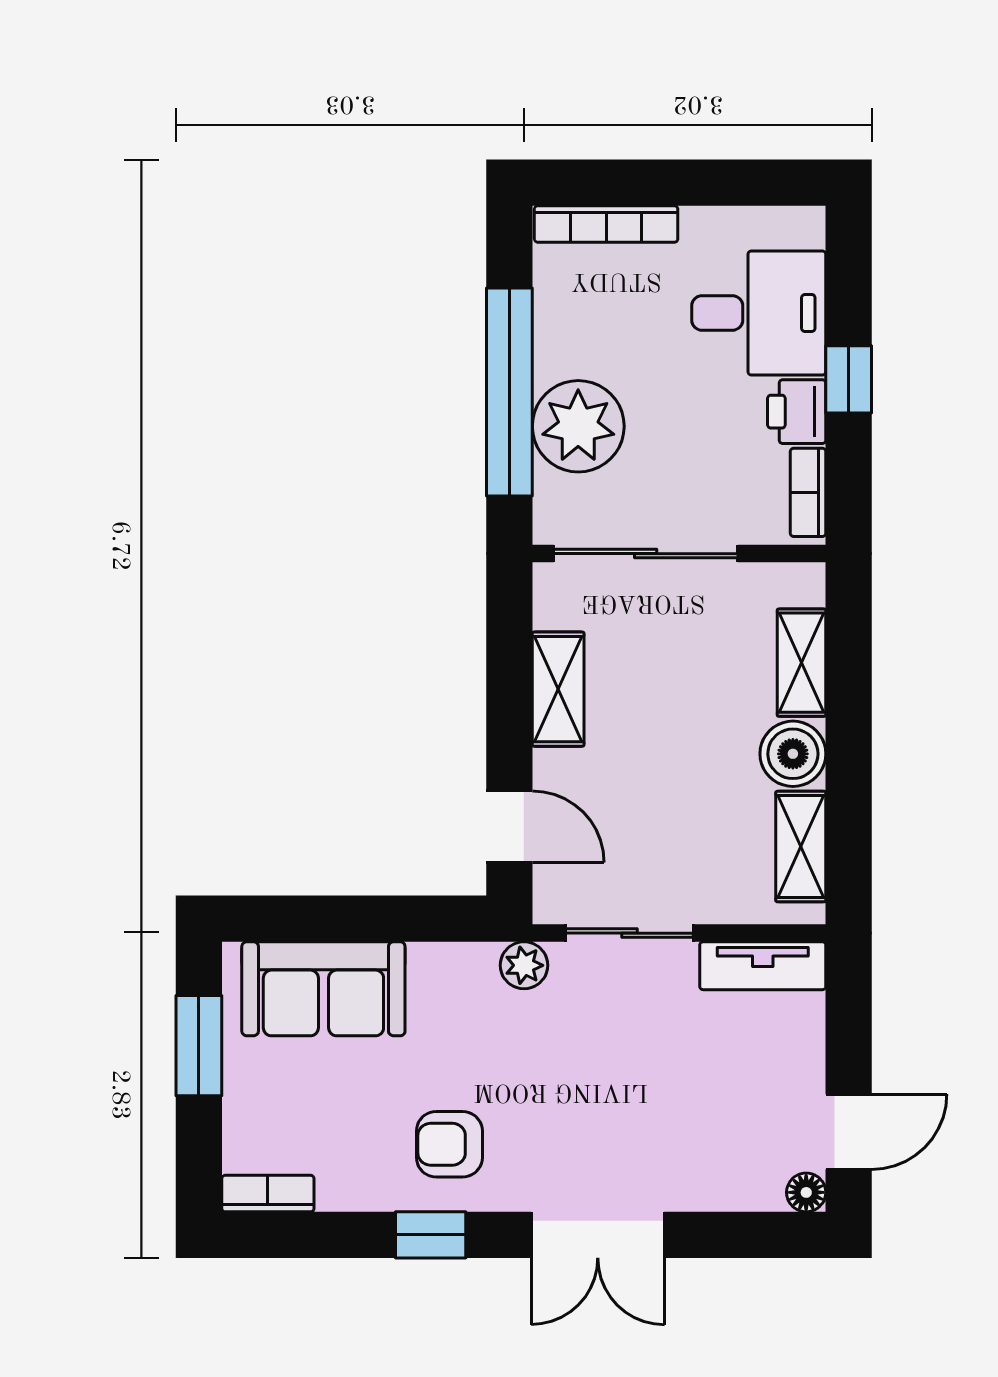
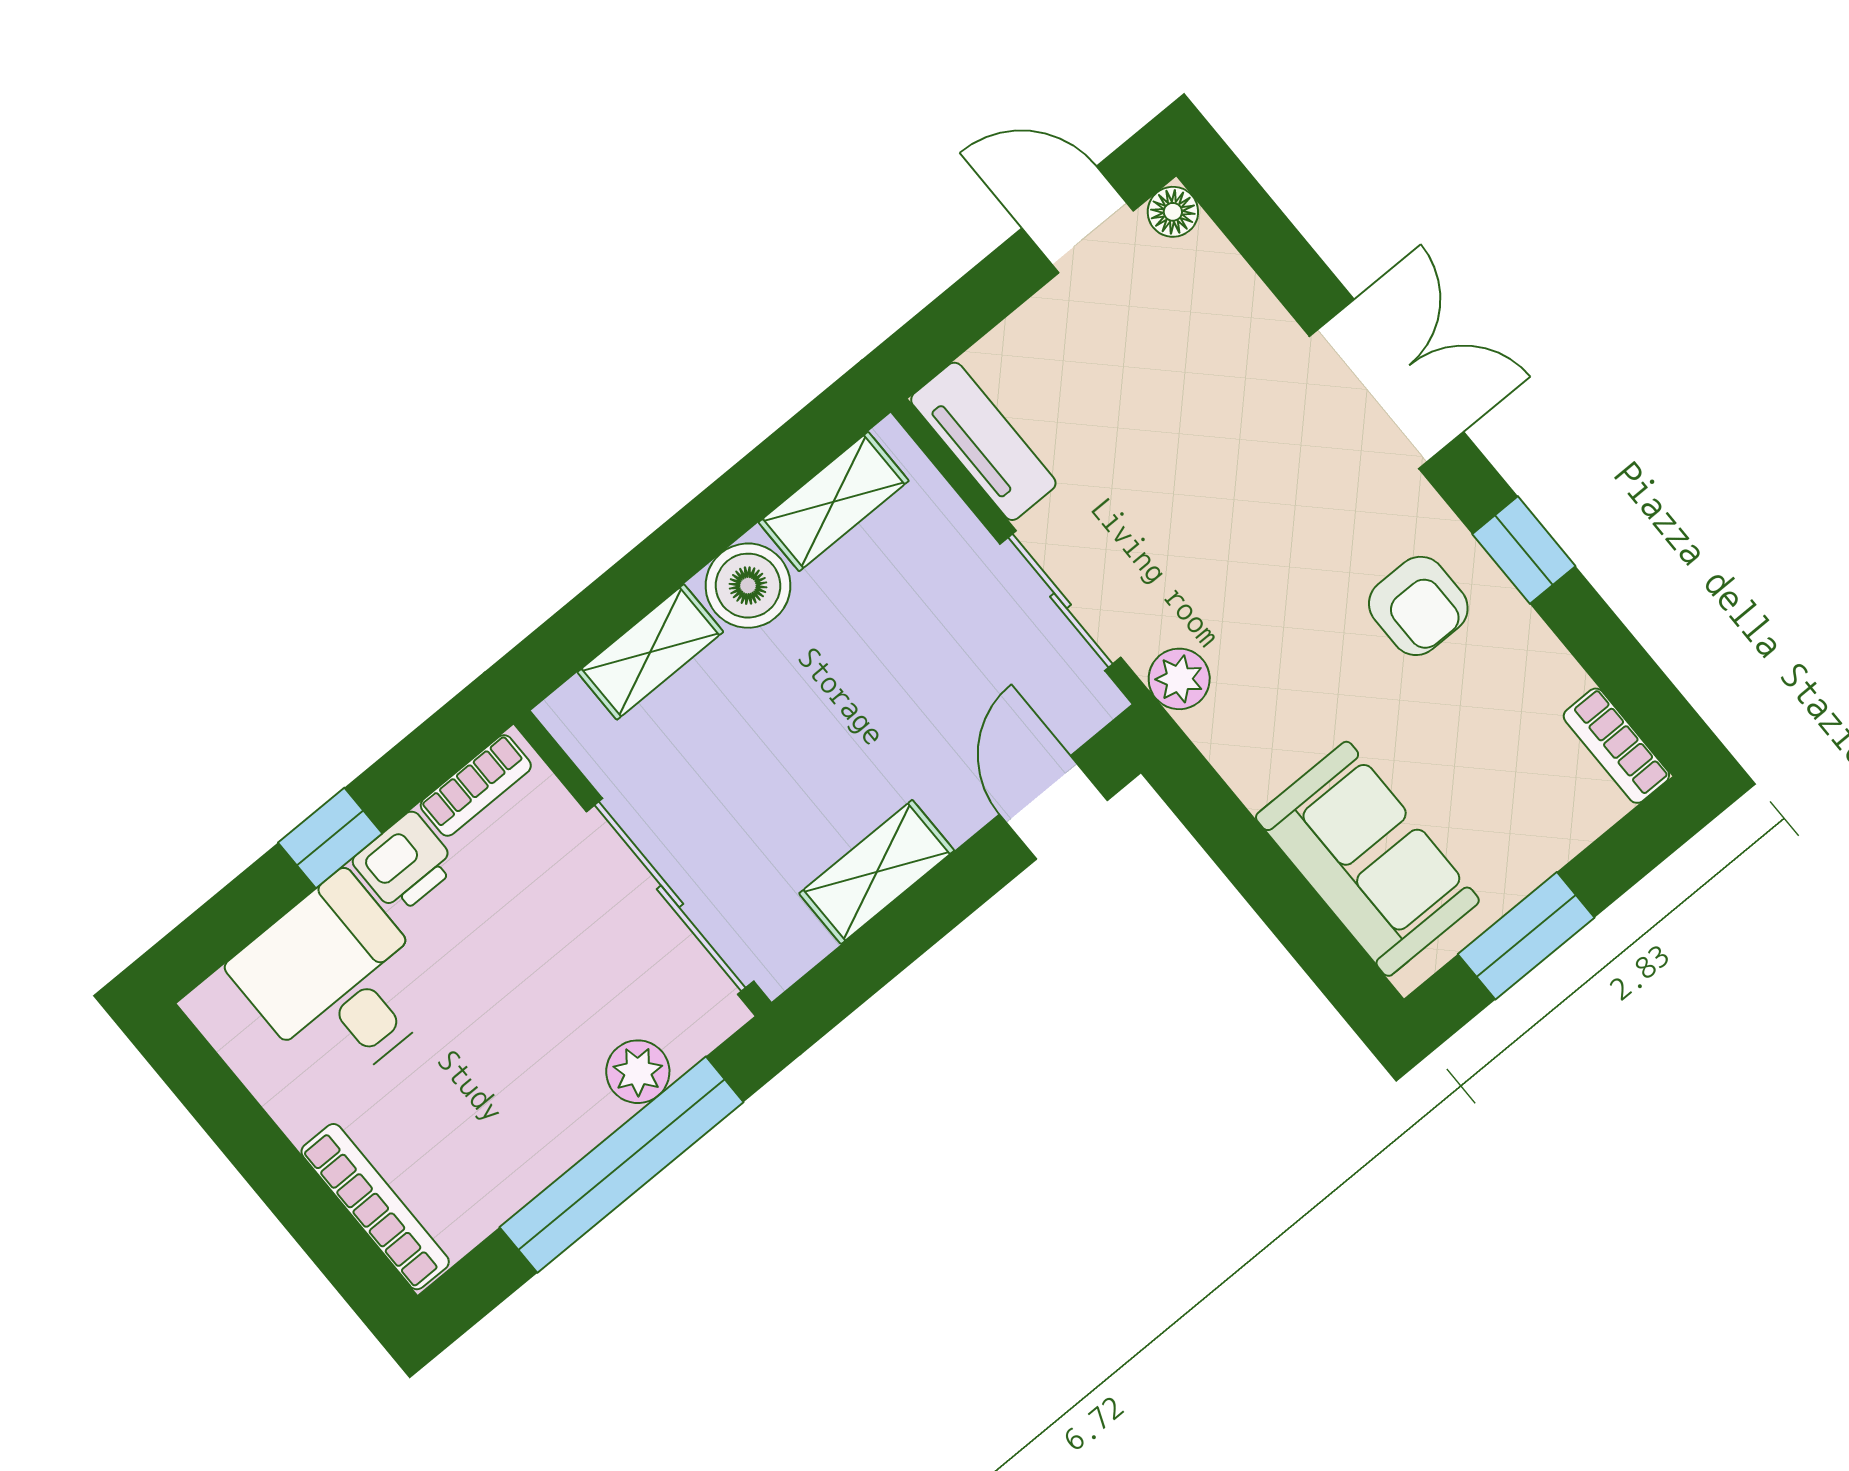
plant: (578, 426) -> (638, 1072), width x0.53, depth x0.53

